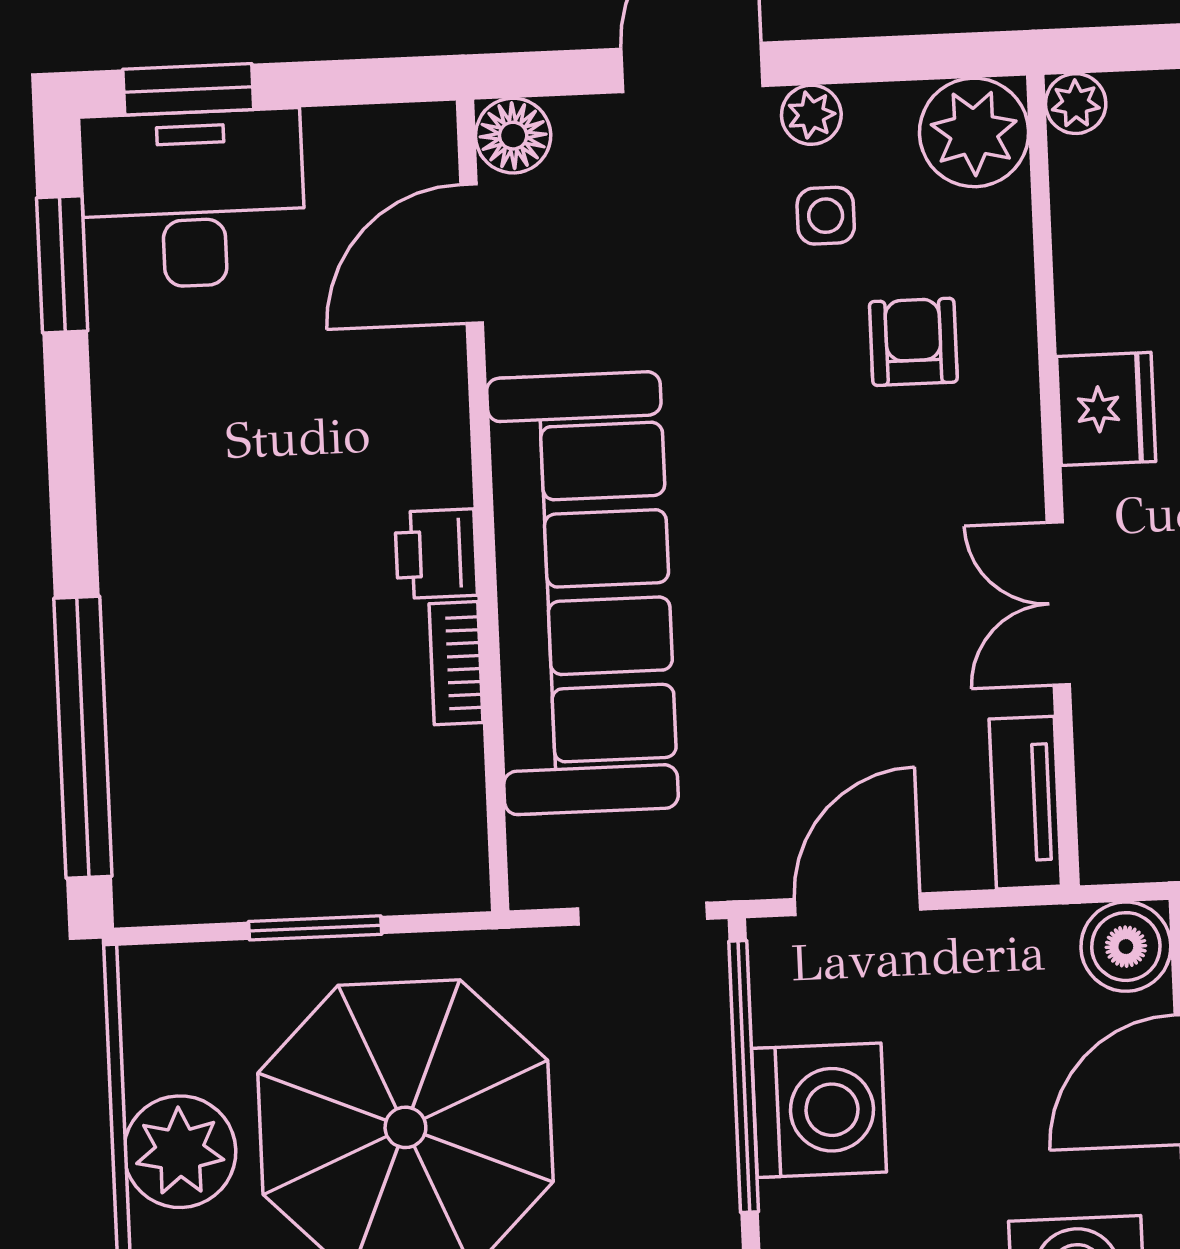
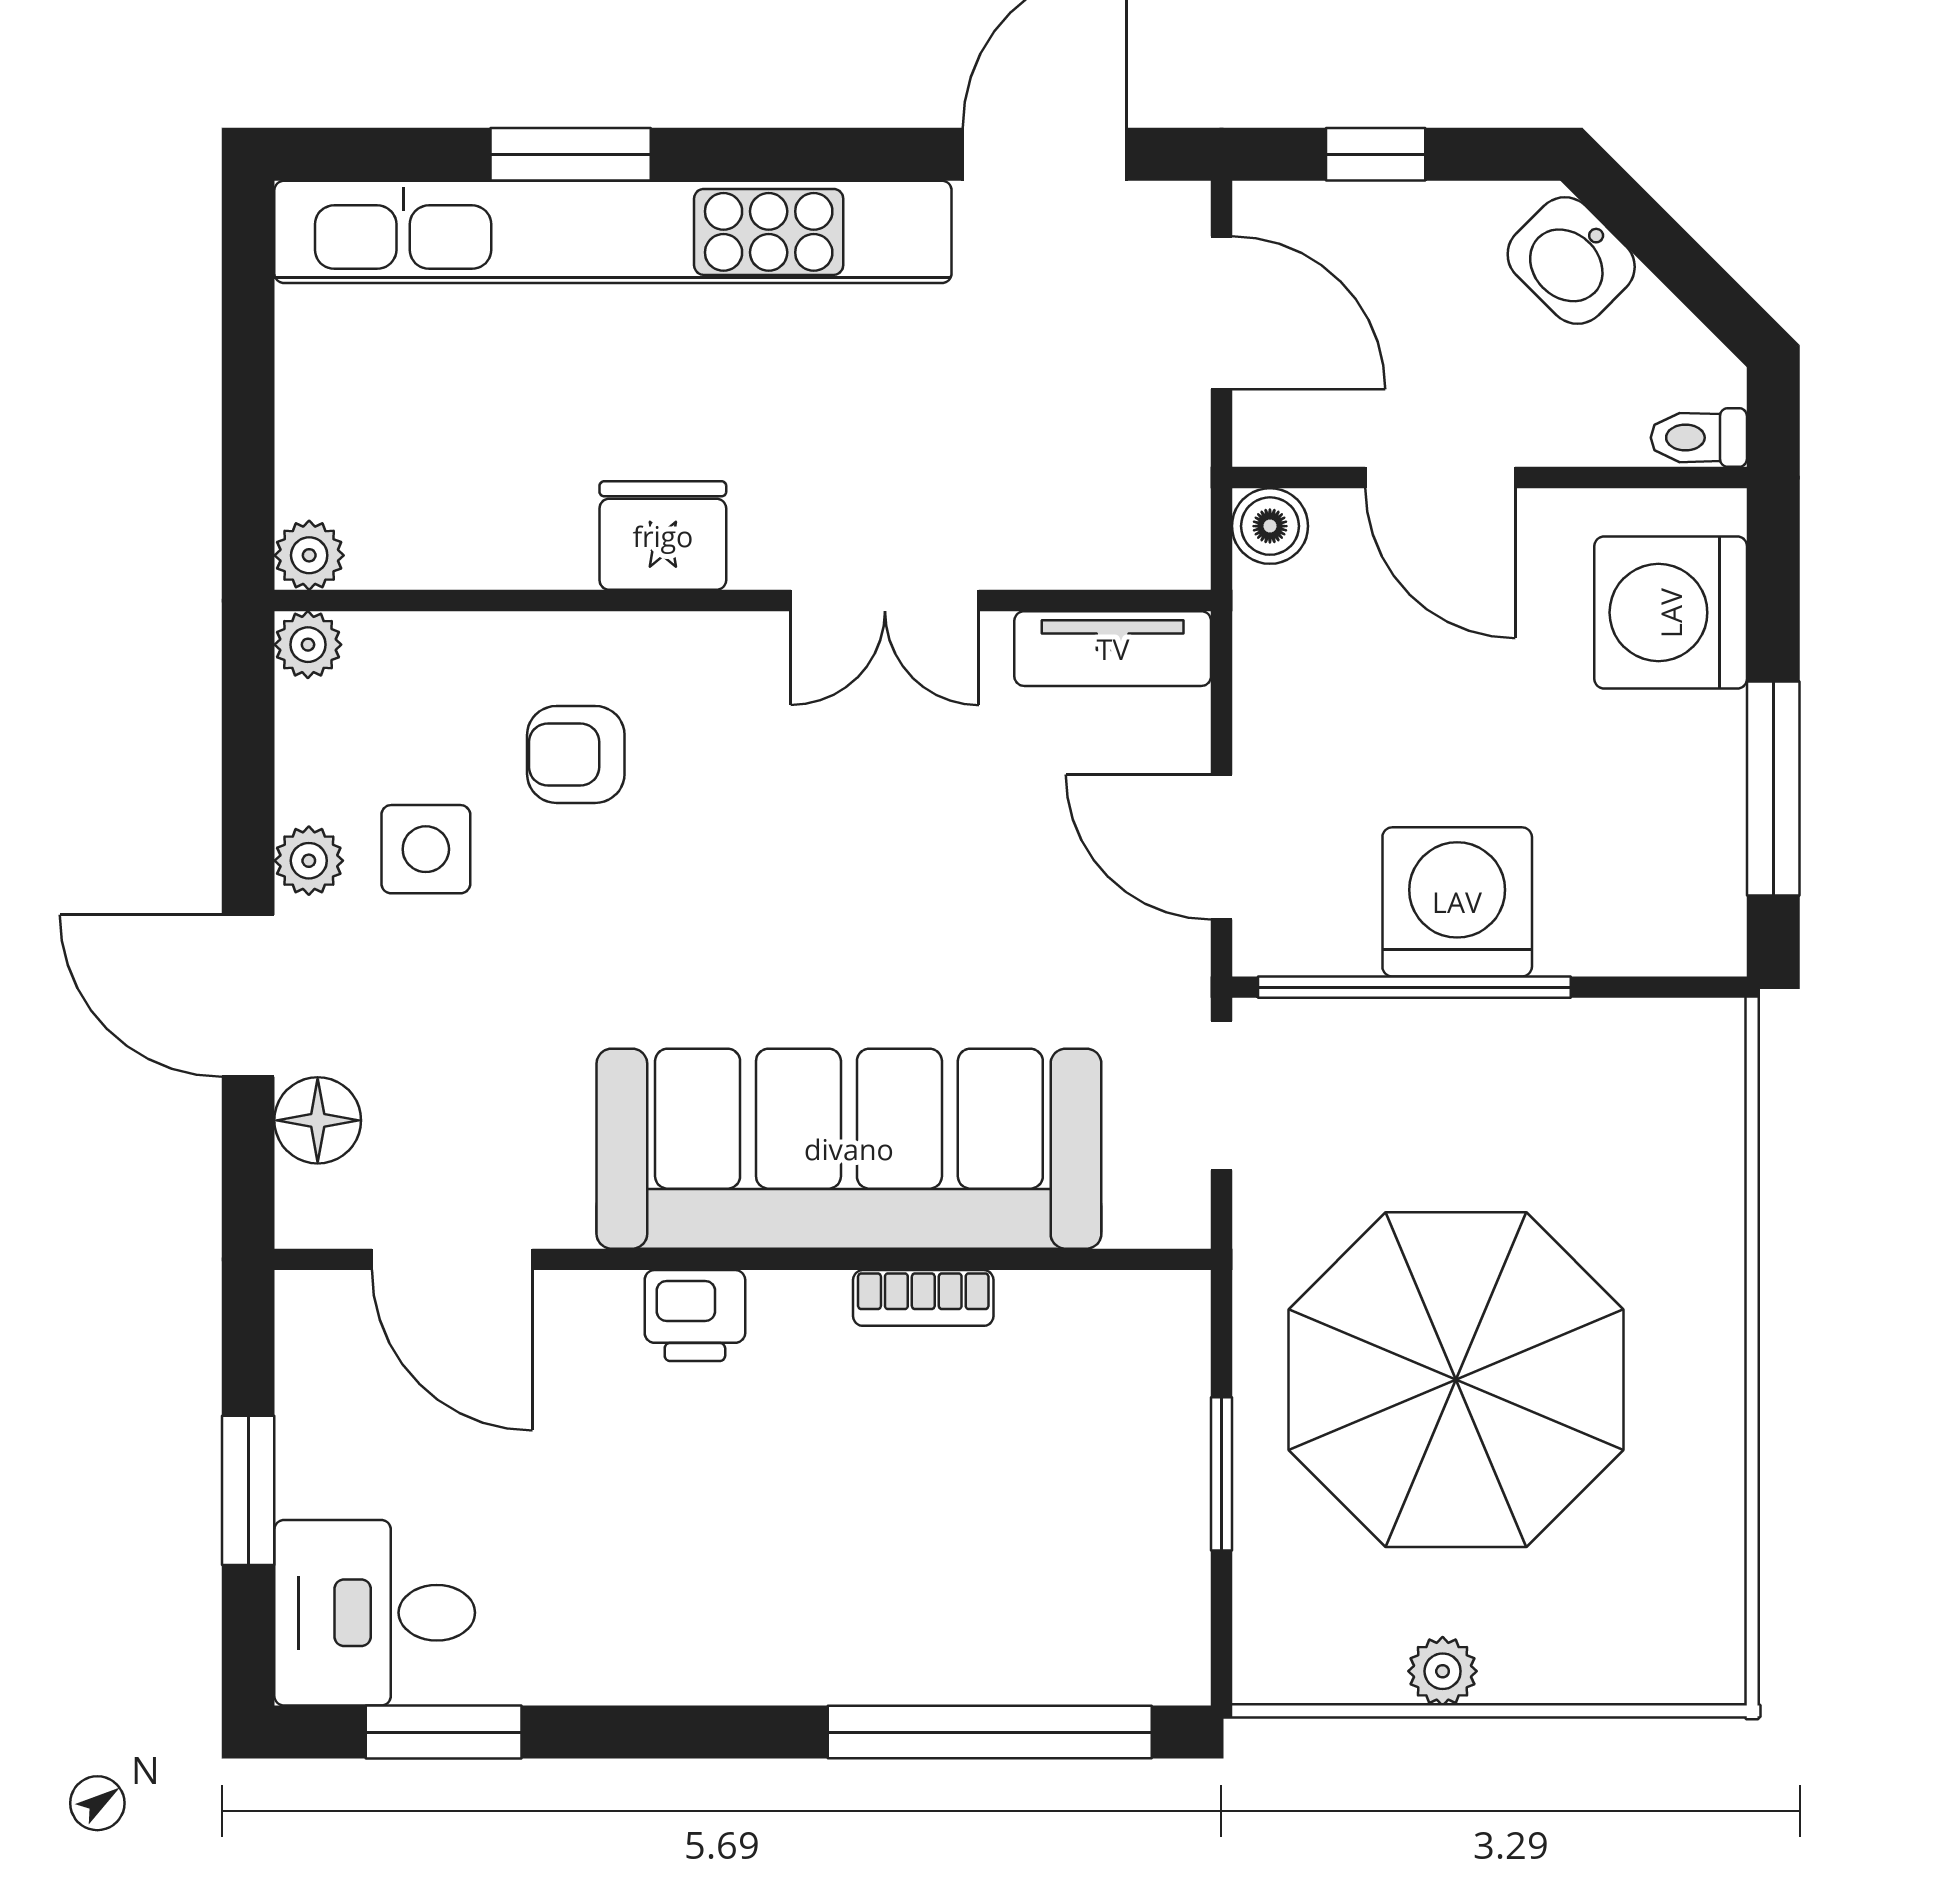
window: (188, 89) -> (248, 1490), moved
plant: (974, 132) -> (308, 645), width x0.53, depth x0.53
floor lamp: (513, 136) -> (318, 1120), moved
desk: (193, 199) -> (375, 1613), width x0.73
side table: (826, 216) -> (426, 849), width x1.37, depth x1.37
printer: (436, 554) -> (695, 1316), moved
boiler: (1126, 947) -> (1270, 526), width x0.73, depth x0.73
plant: (180, 1152) -> (1443, 1671), width x0.53, depth x0.53

